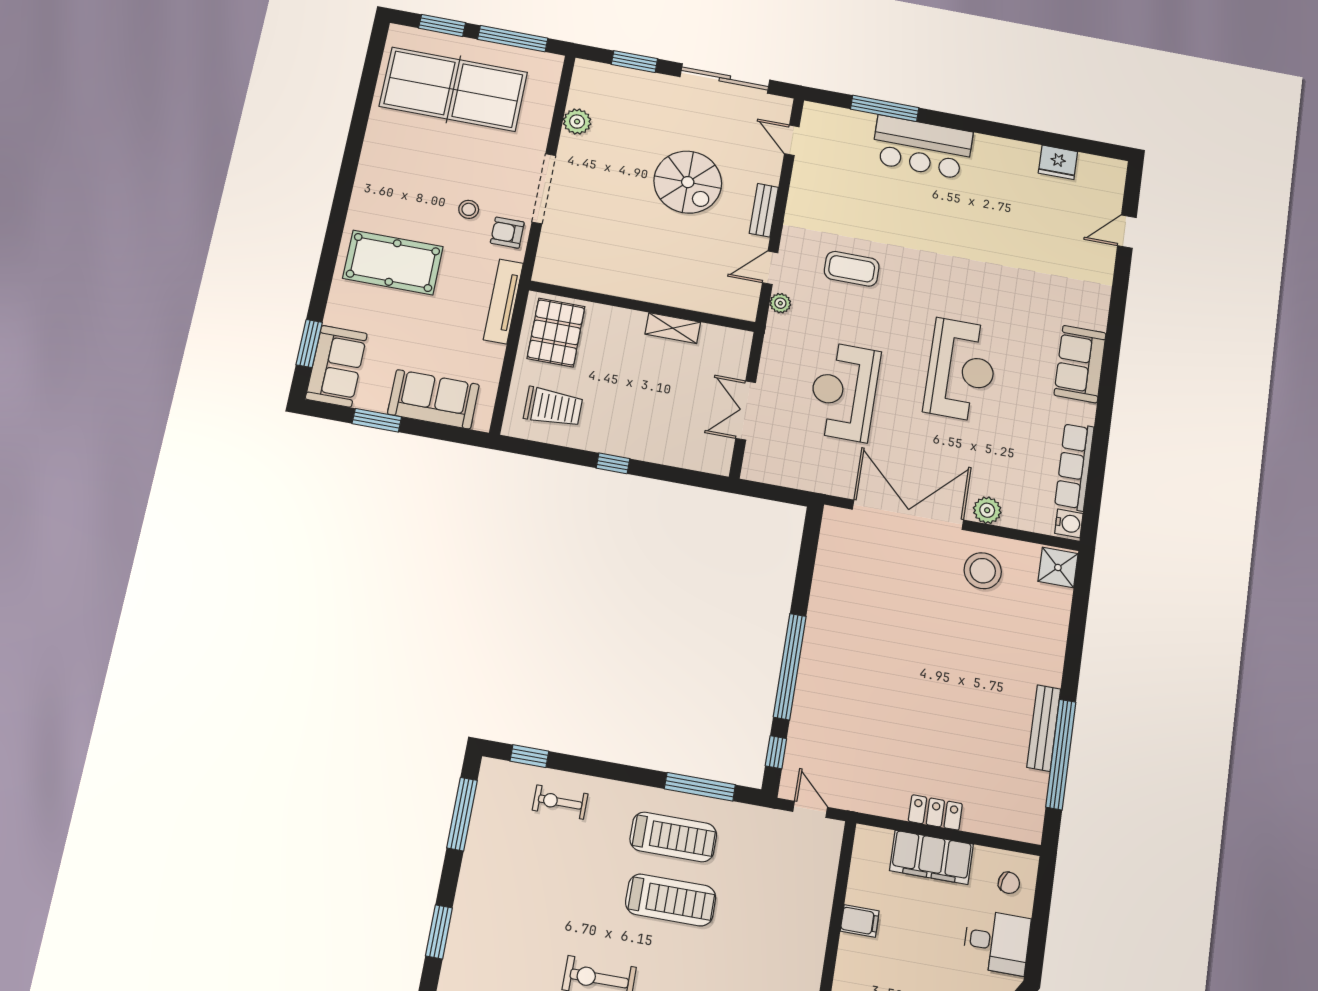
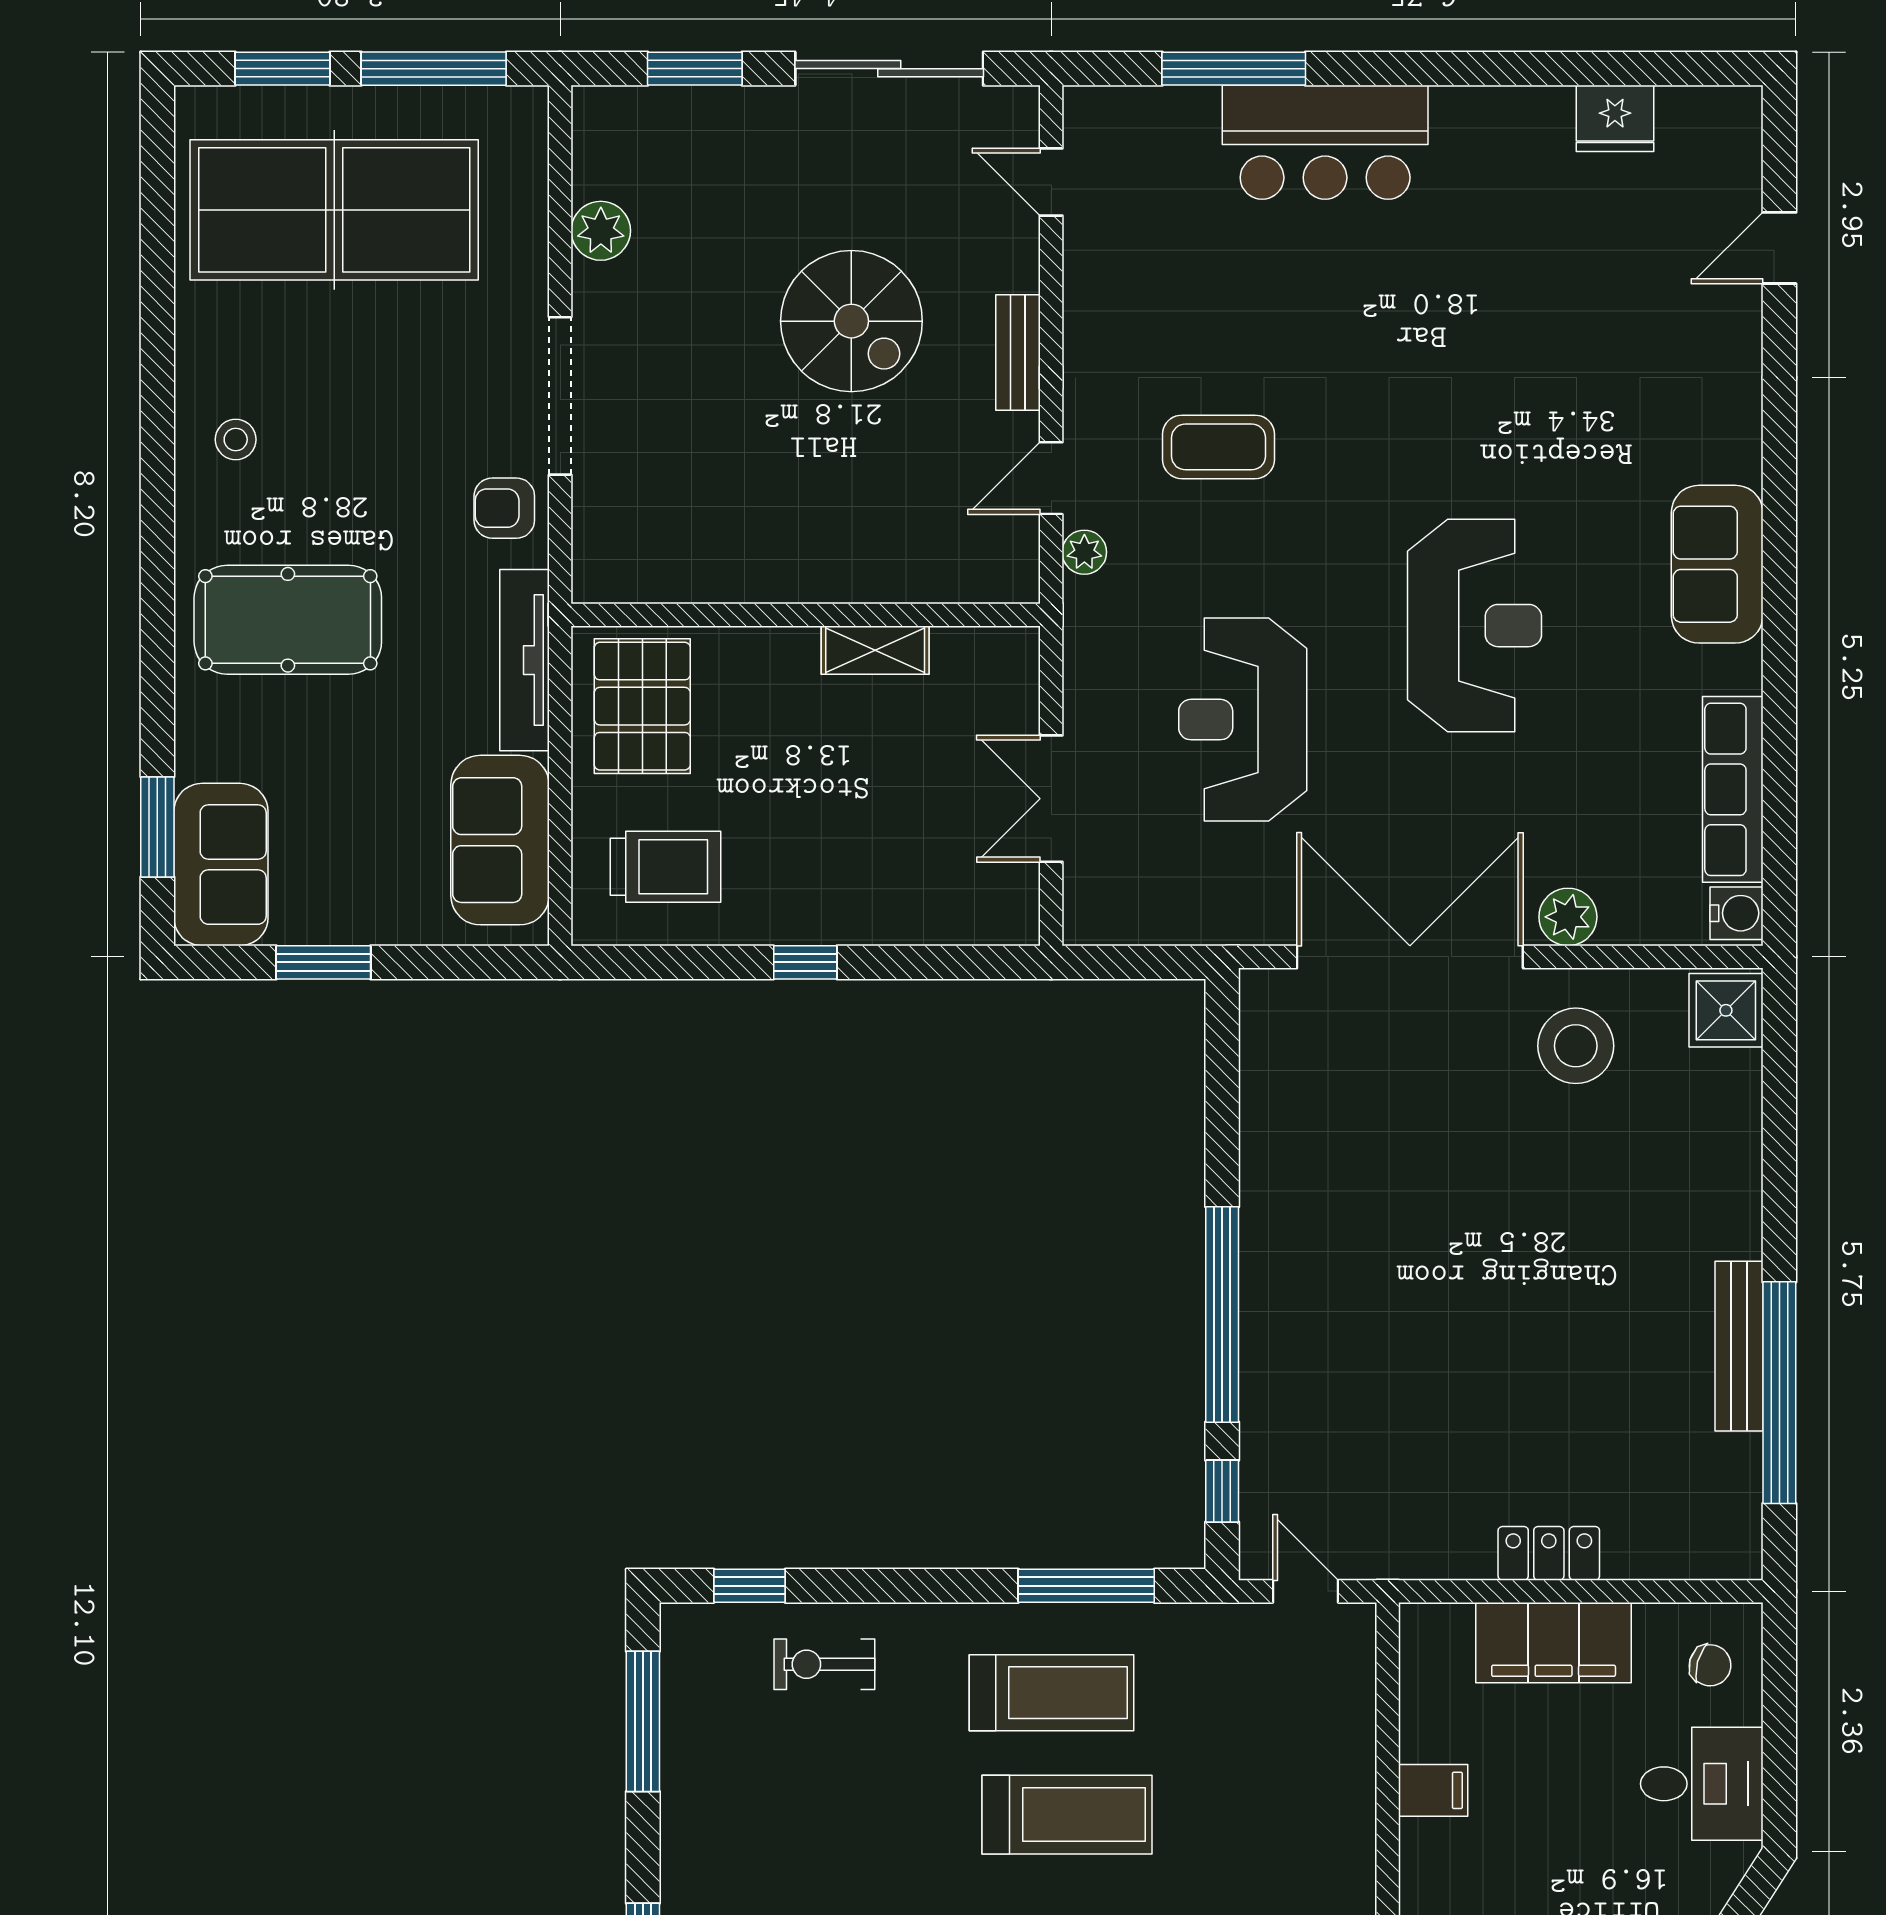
stool: (469, 209) -> (236, 440), moved
sofa: (433, 399) -> (500, 840), moved, turned -90

